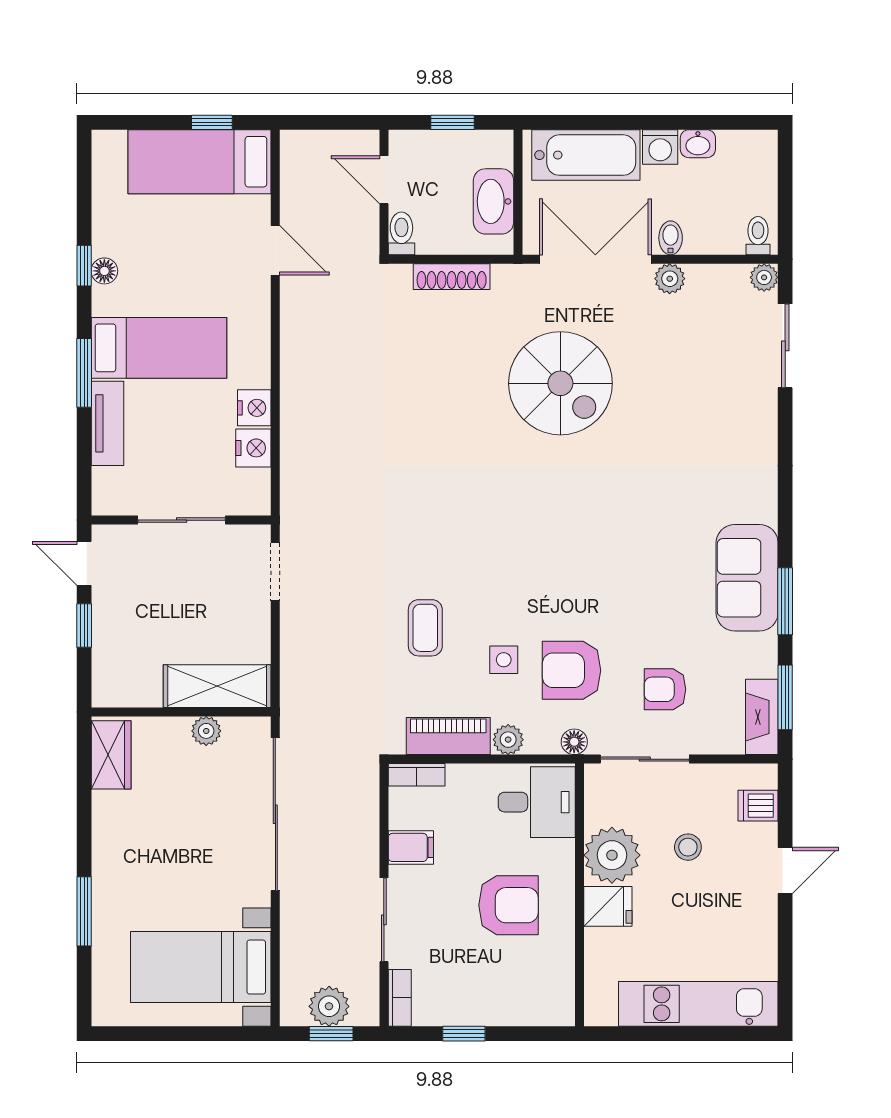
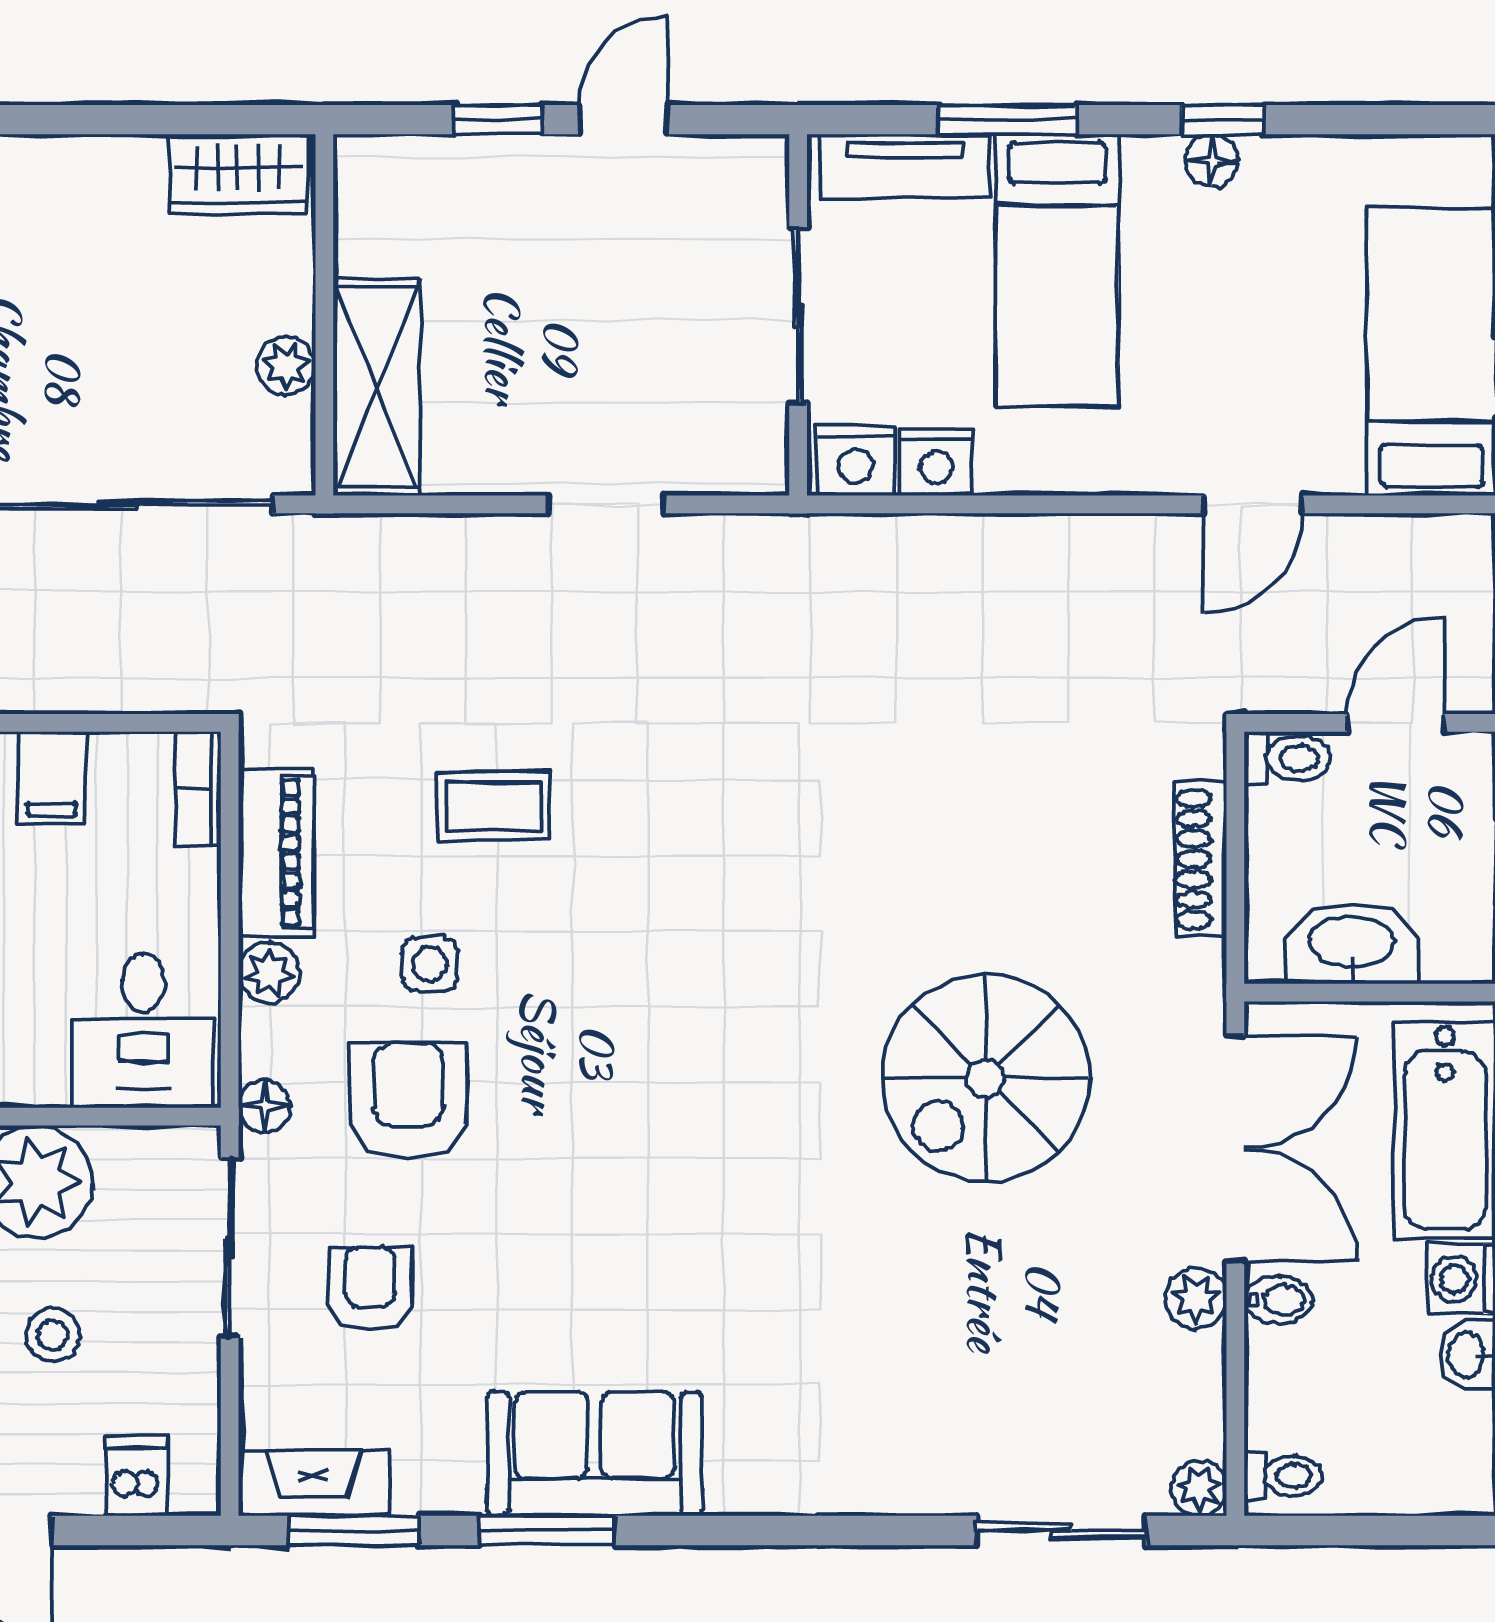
wall: (181, 520) -> (798, 315), moved
sliding door: (182, 520) -> (798, 316), moved

